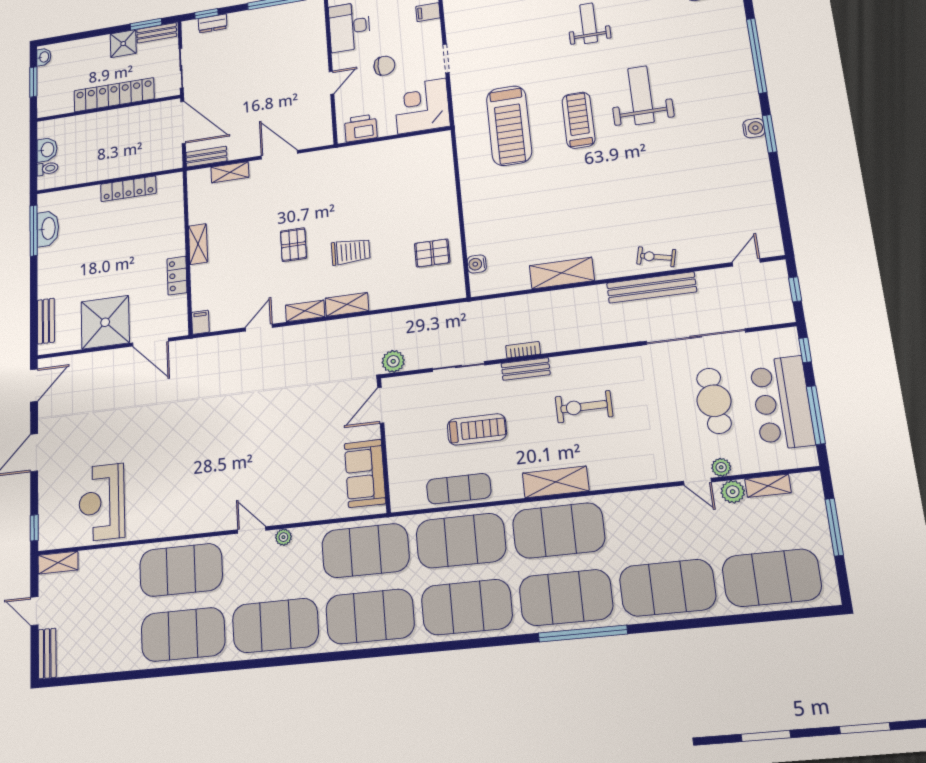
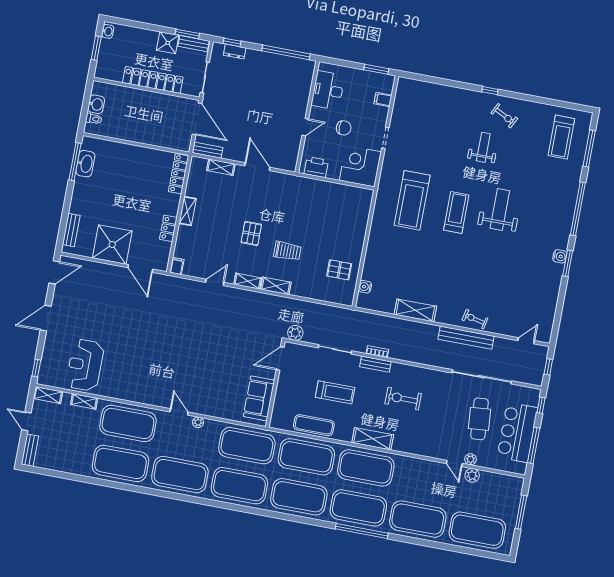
locker: (128, 189) -> (179, 174), moved, turned 90
shelving: (768, 486) -> (84, 401), moved

